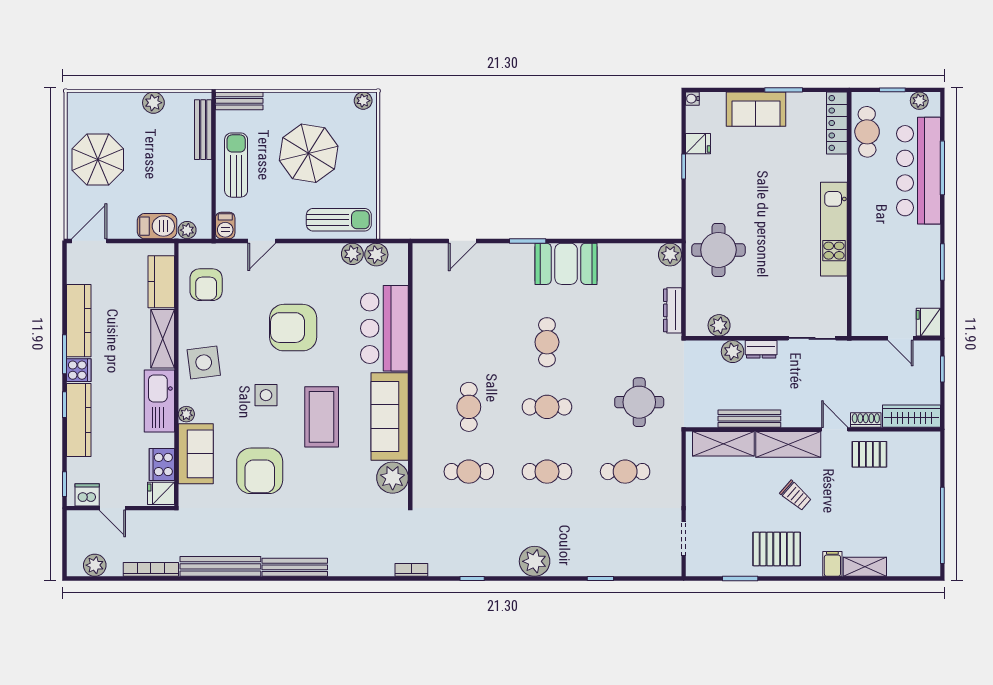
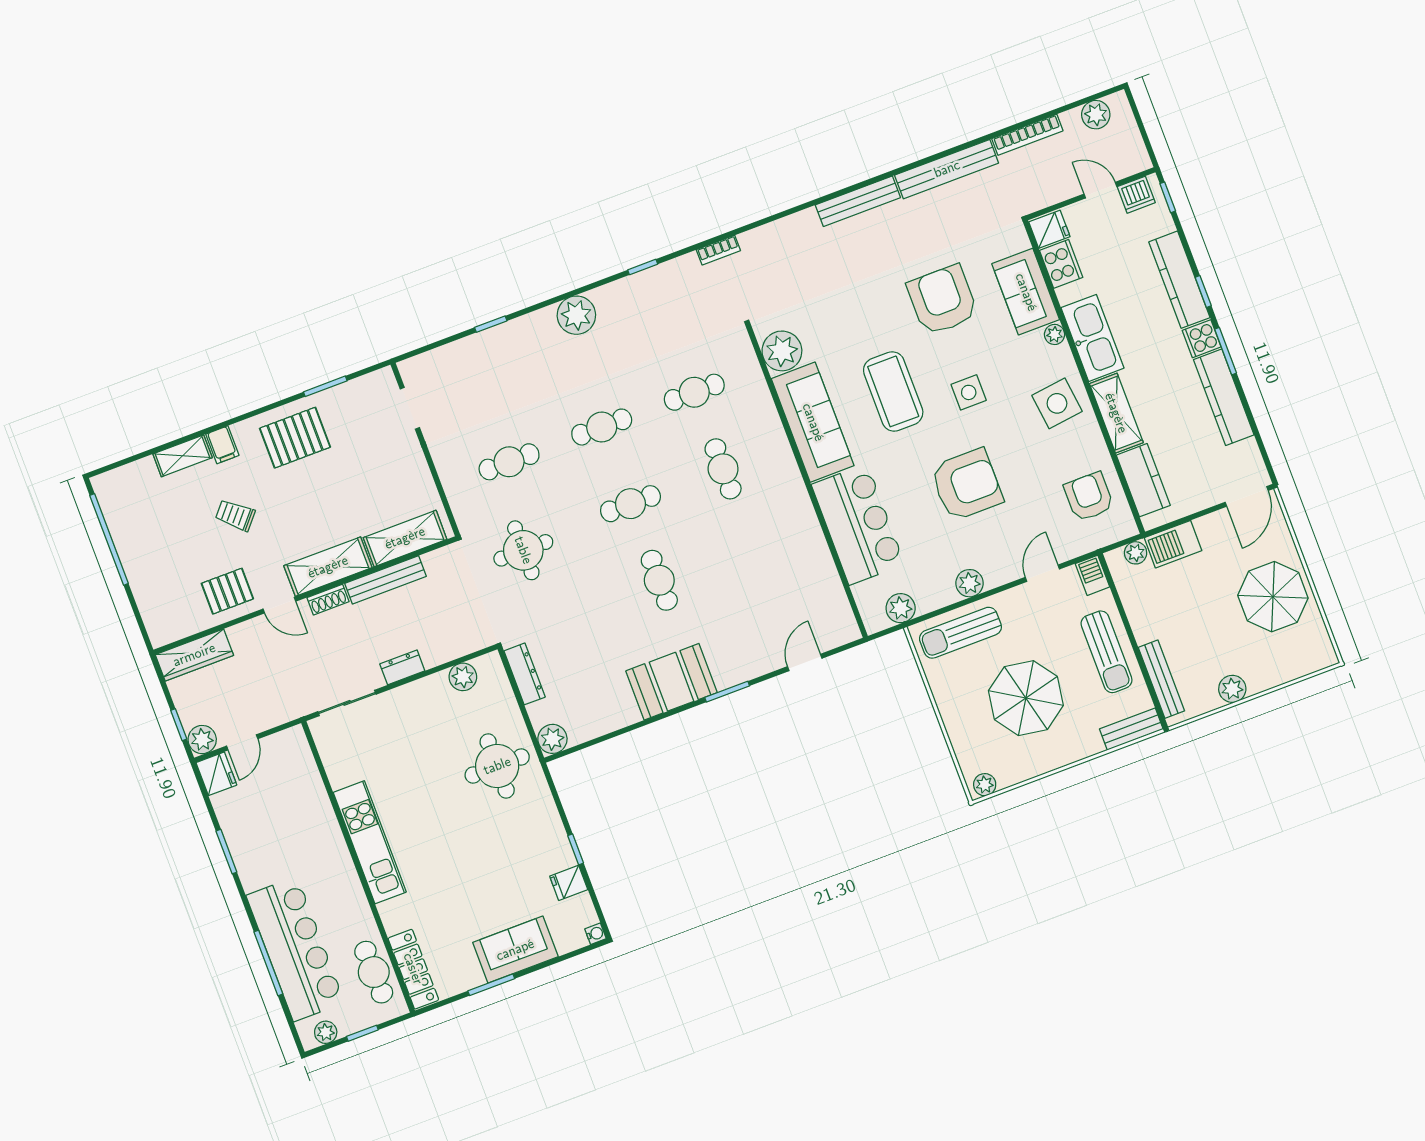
plant: (352, 254) -> (969, 583), moved
door: (900, 338) -> (242, 742), swing flipped
plant: (733, 352) -> (202, 740), moved
shoe rack: (866, 420) -> (328, 600), moved
trolley: (796, 496) -> (235, 515), moved

